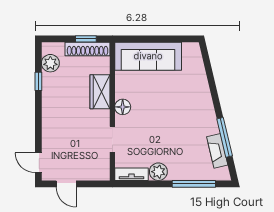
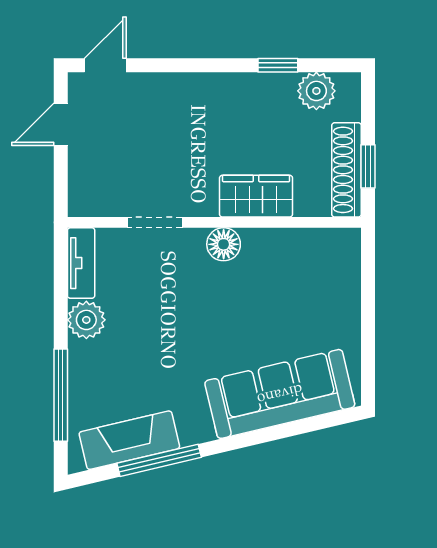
sofa: (148, 56) -> (280, 394), moved, turned 77
fireplace: (217, 151) -> (129, 440), width x1.37, depth x1.32

